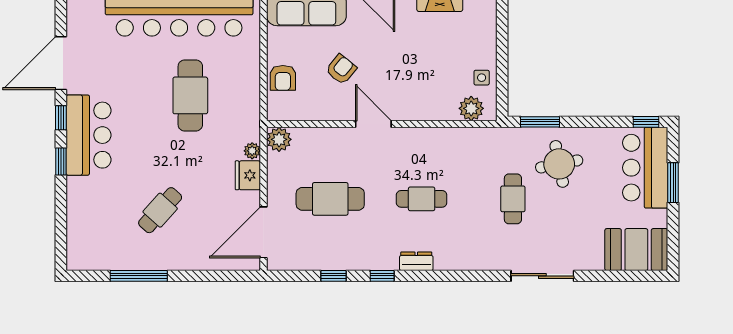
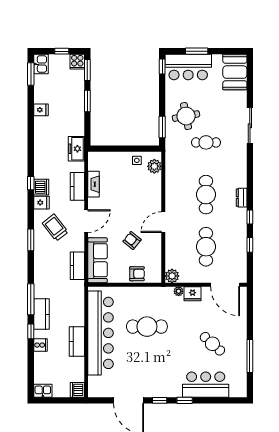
bar counter: (89, 135) -> (206, 385), moved
cafe table: (422, 199) -> (206, 195), width x1.37, depth x1.35

